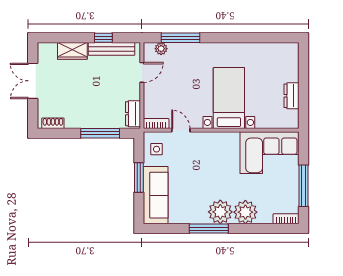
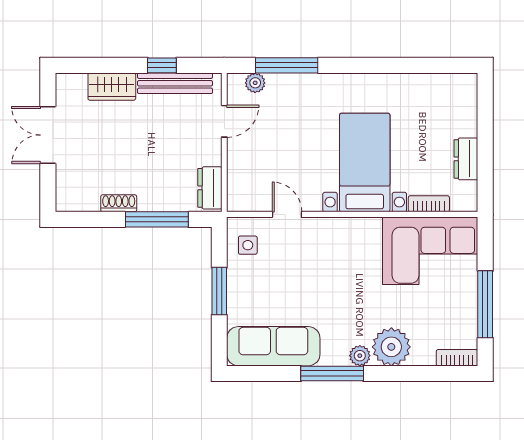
shoe rack: (53, 123) -> (119, 203), moved
bookcase: (156, 124) -> (429, 204), moved
sofa: (156, 195) -> (273, 346), moved, turned -90
plant: (220, 212) -> (360, 356), width x0.53, depth x0.53

